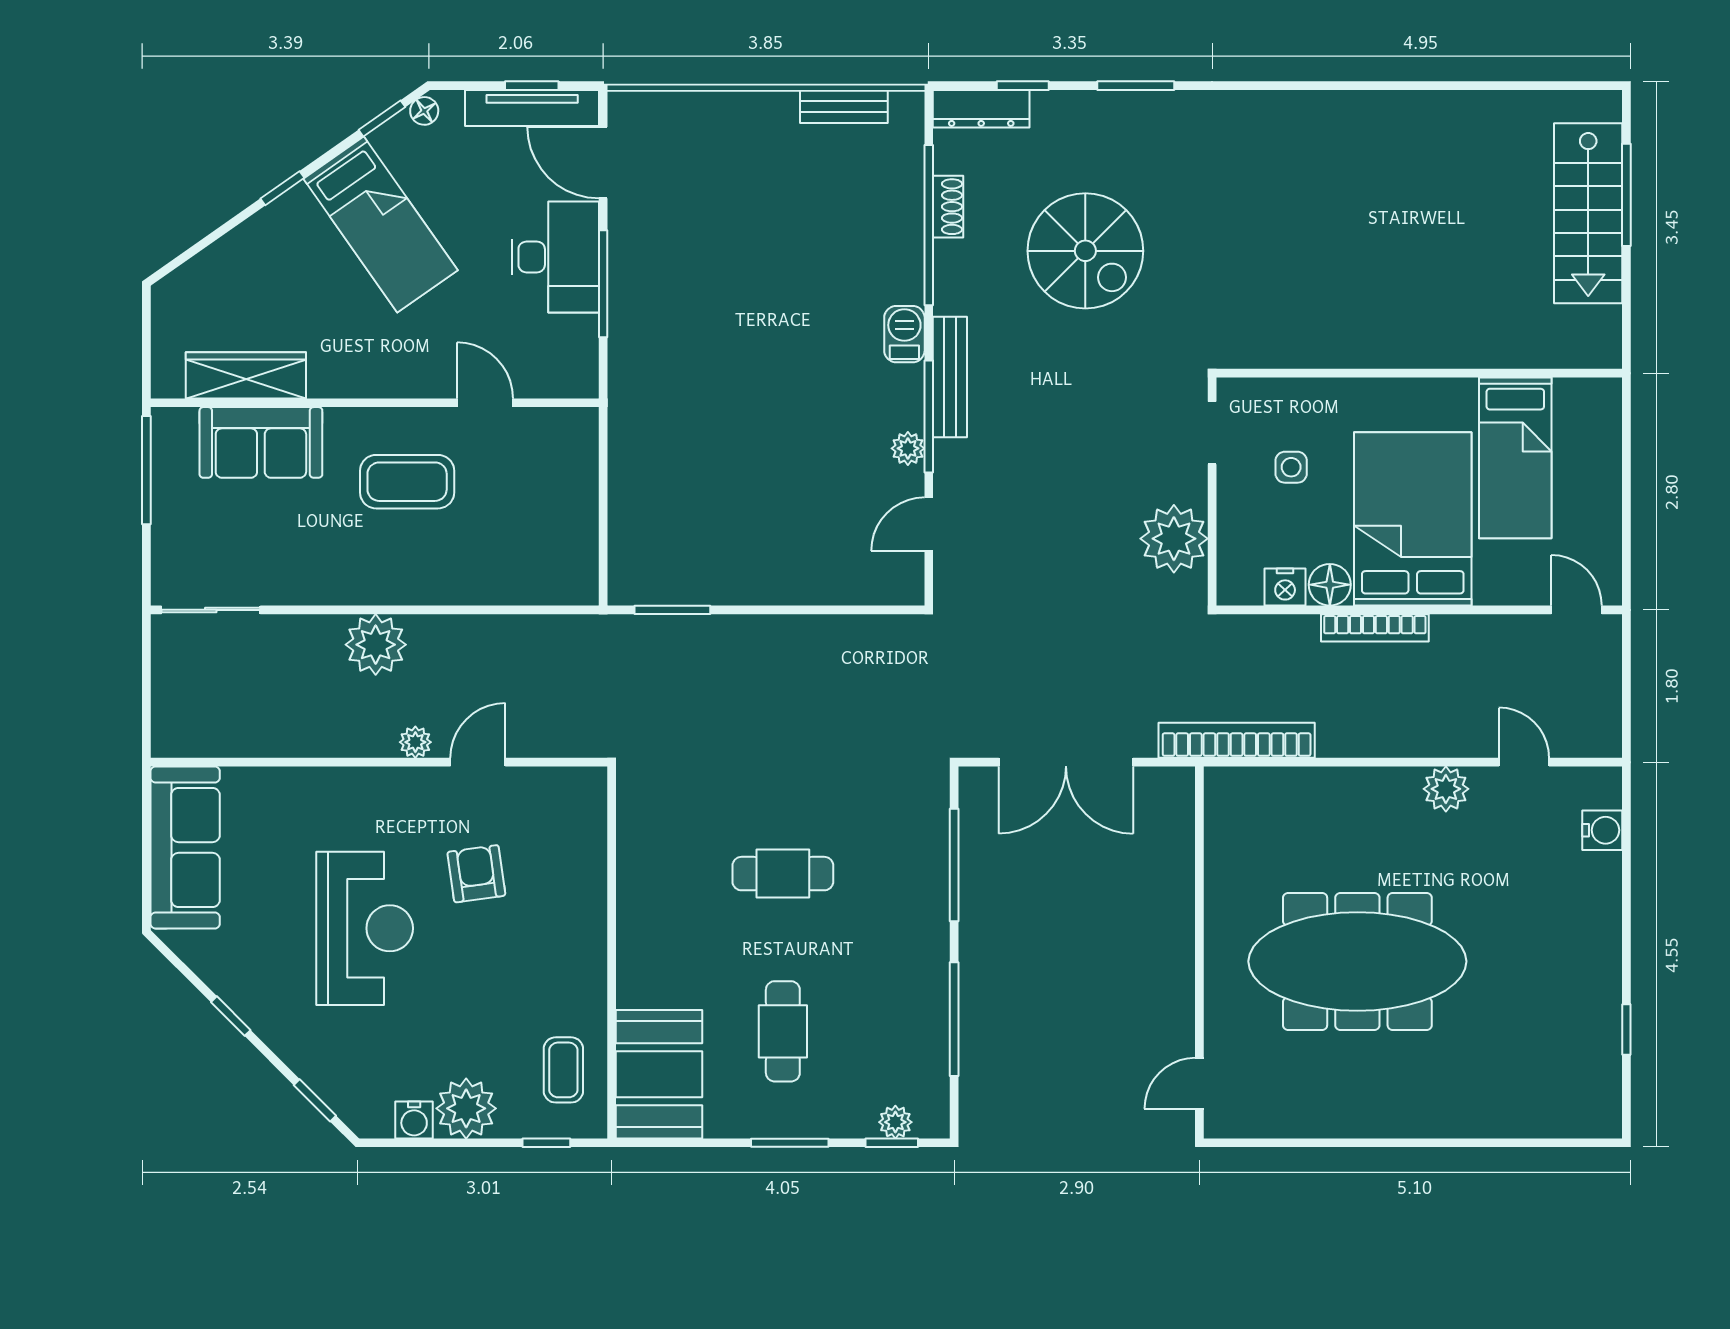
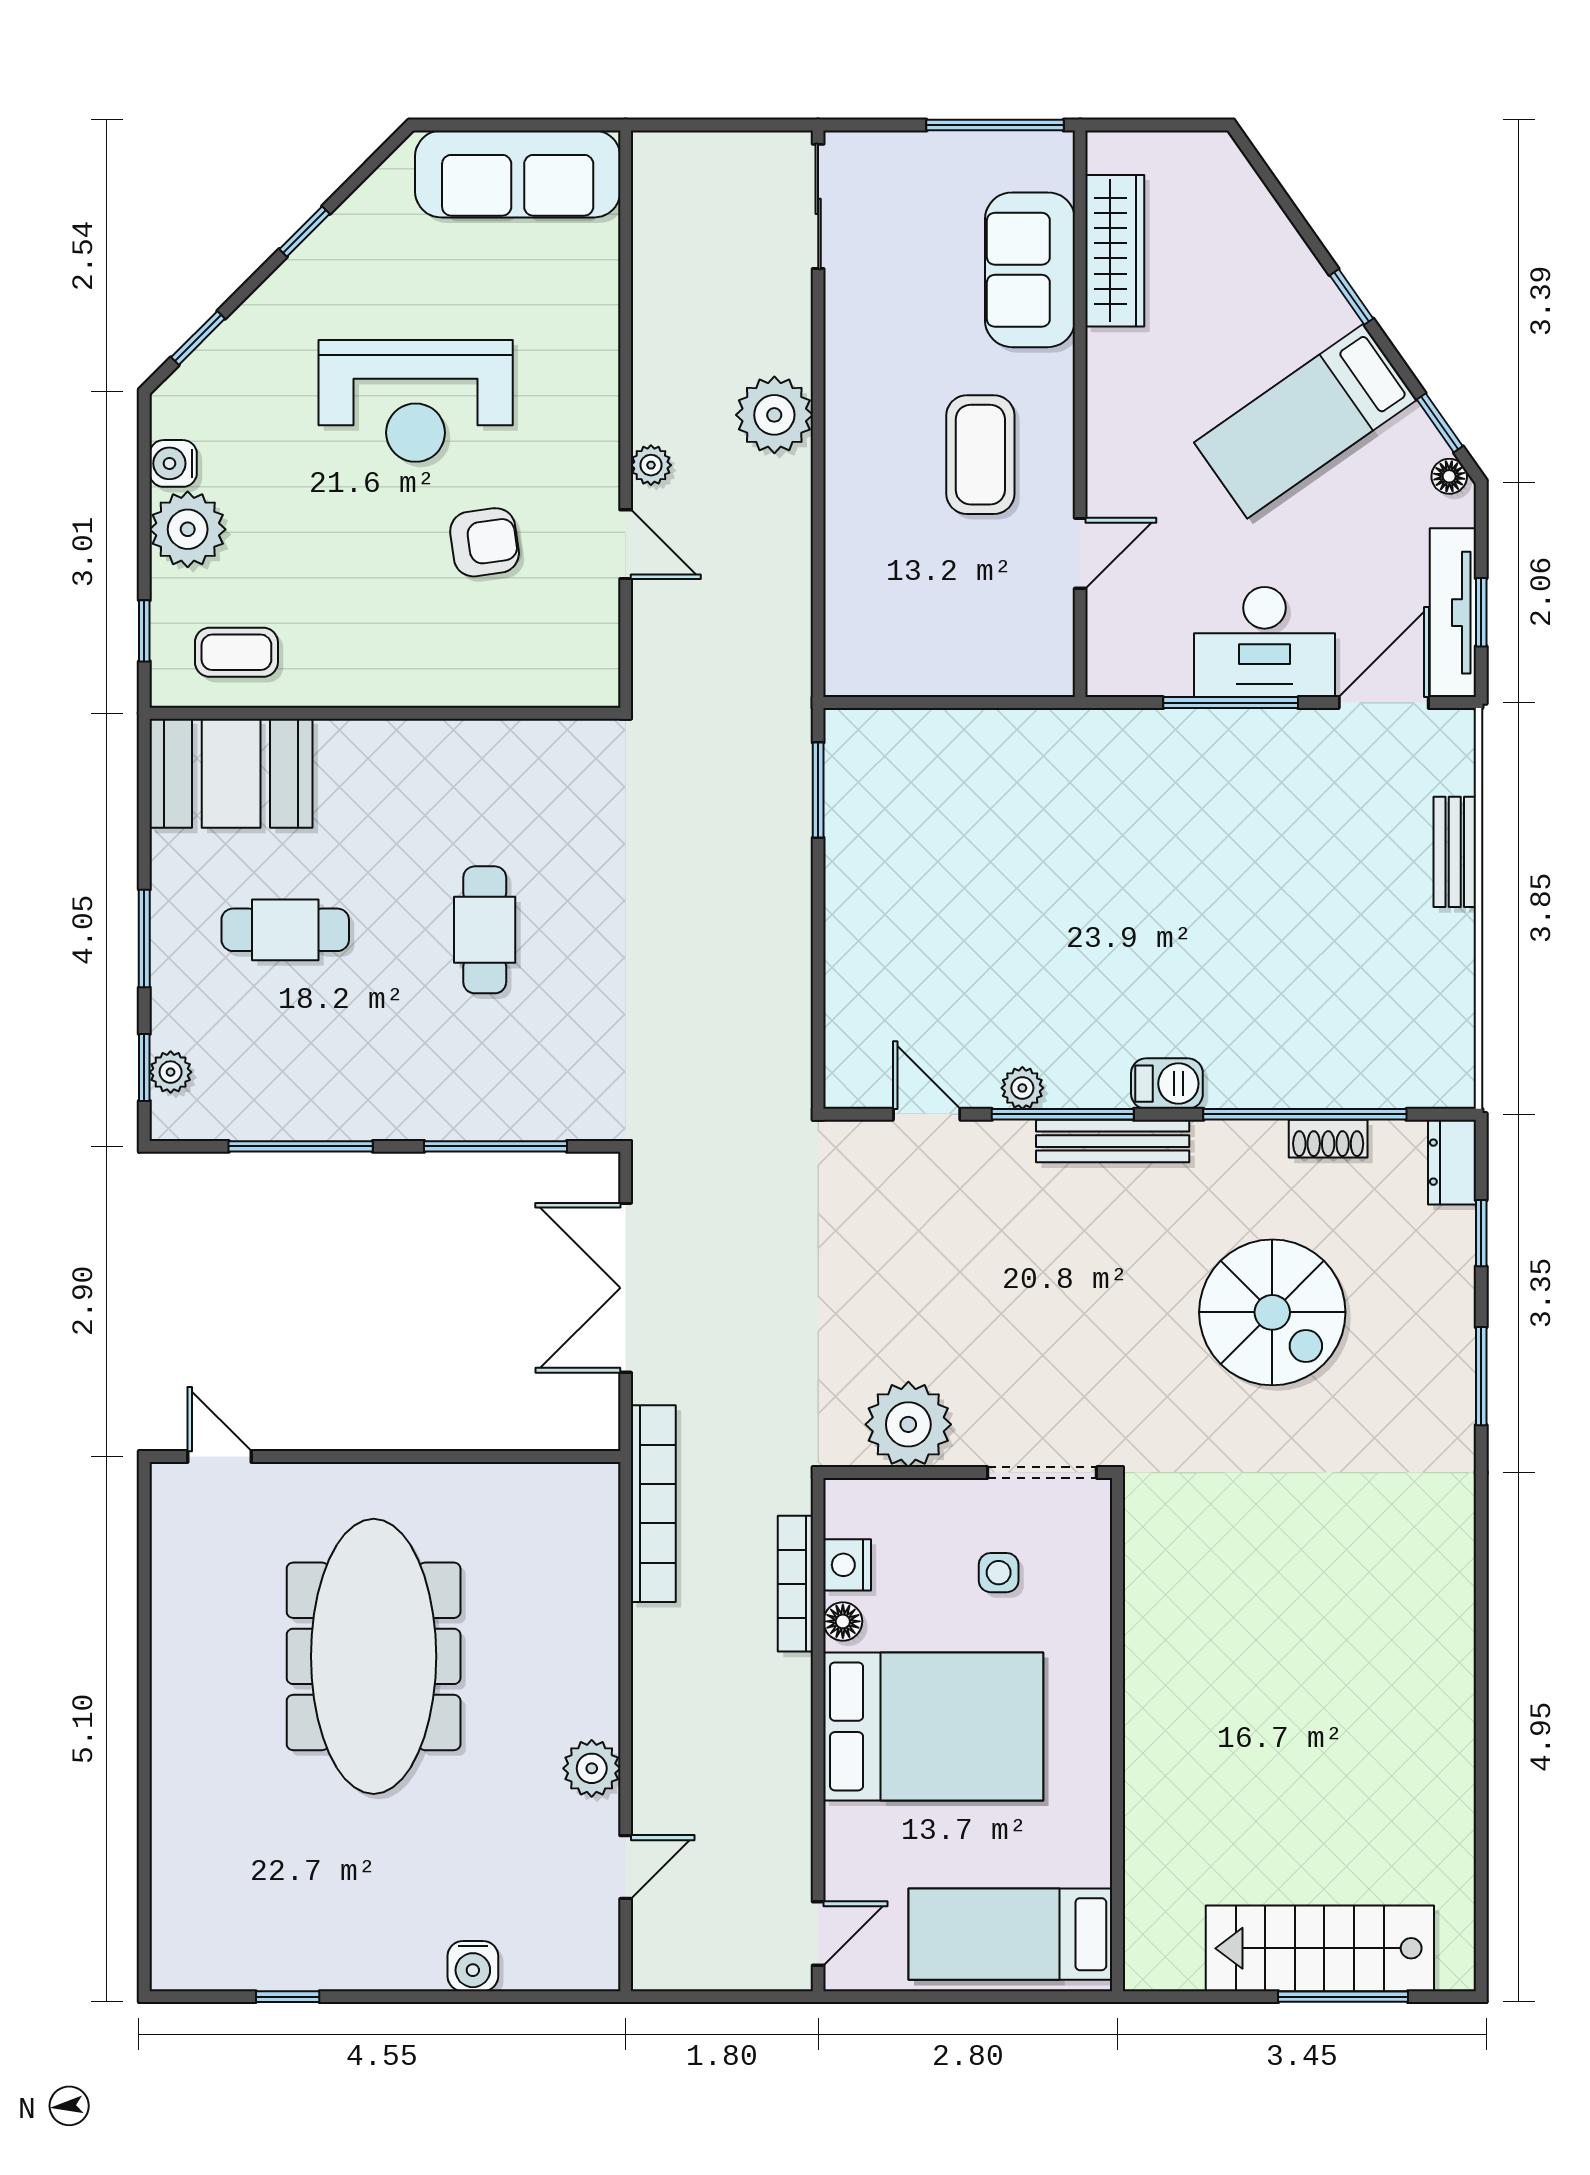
bench: (844, 107) -> (1455, 852), moved
dresser: (981, 109) -> (1452, 1162), width x0.70
spiral stairs: (1085, 251) -> (1272, 1312), turned -90
doorway: (1212, 433) -> (1042, 1473), width x1.38
bed: (1515, 458) -> (1010, 1934), moved
floor lamp: (1330, 585) -> (843, 1621), width x0.73, depth x0.73
bookcase: (1375, 628) -> (795, 1584), moved
water cooler: (1602, 830) -> (473, 1966), moved

